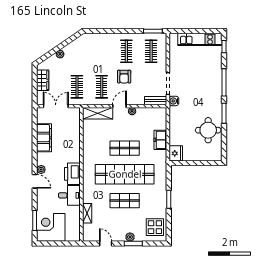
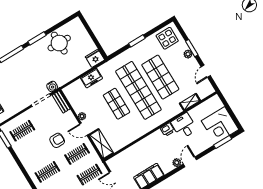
clothes rail: (126, 51) -> (47, 172), moved
printer: (72, 174) -> (167, 130), width x0.53, depth x0.68
shop shelf: (125, 201) -> (160, 77), width x1.43, depth x1.36

